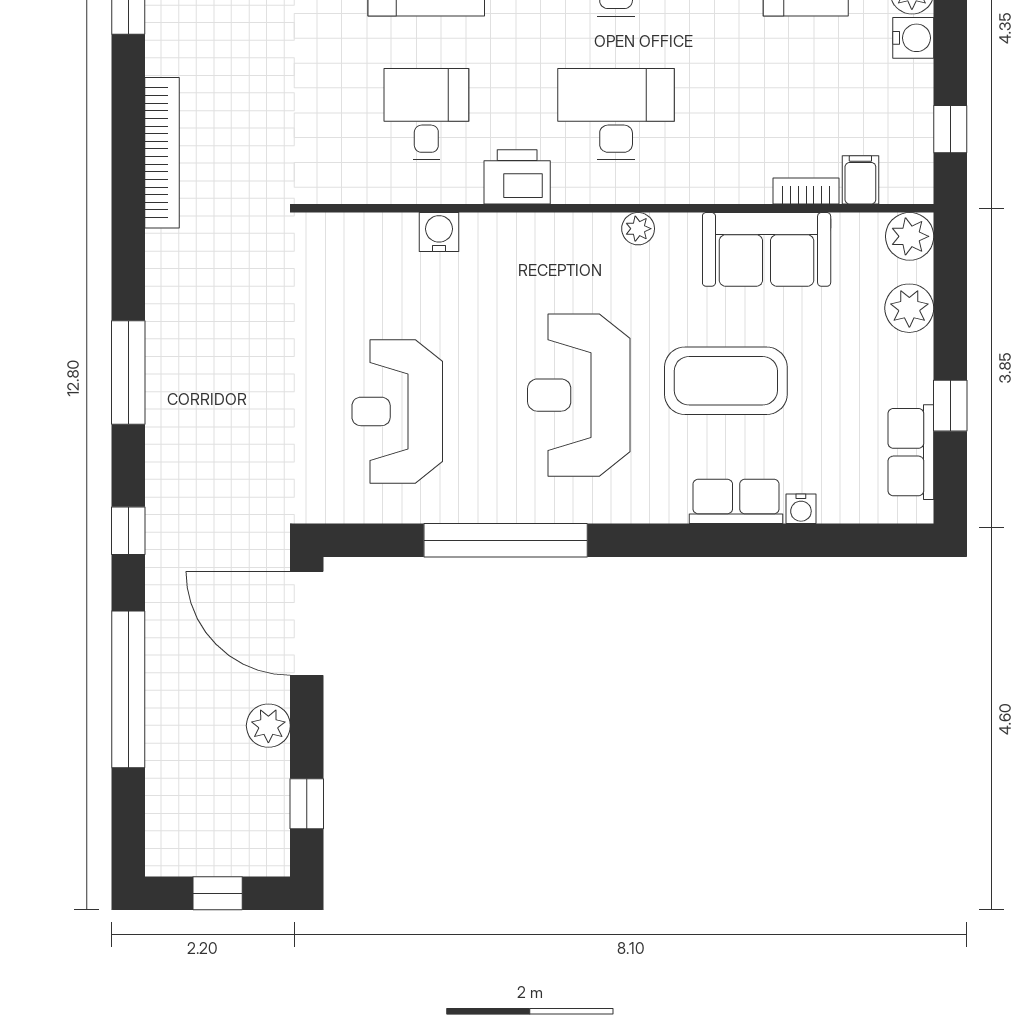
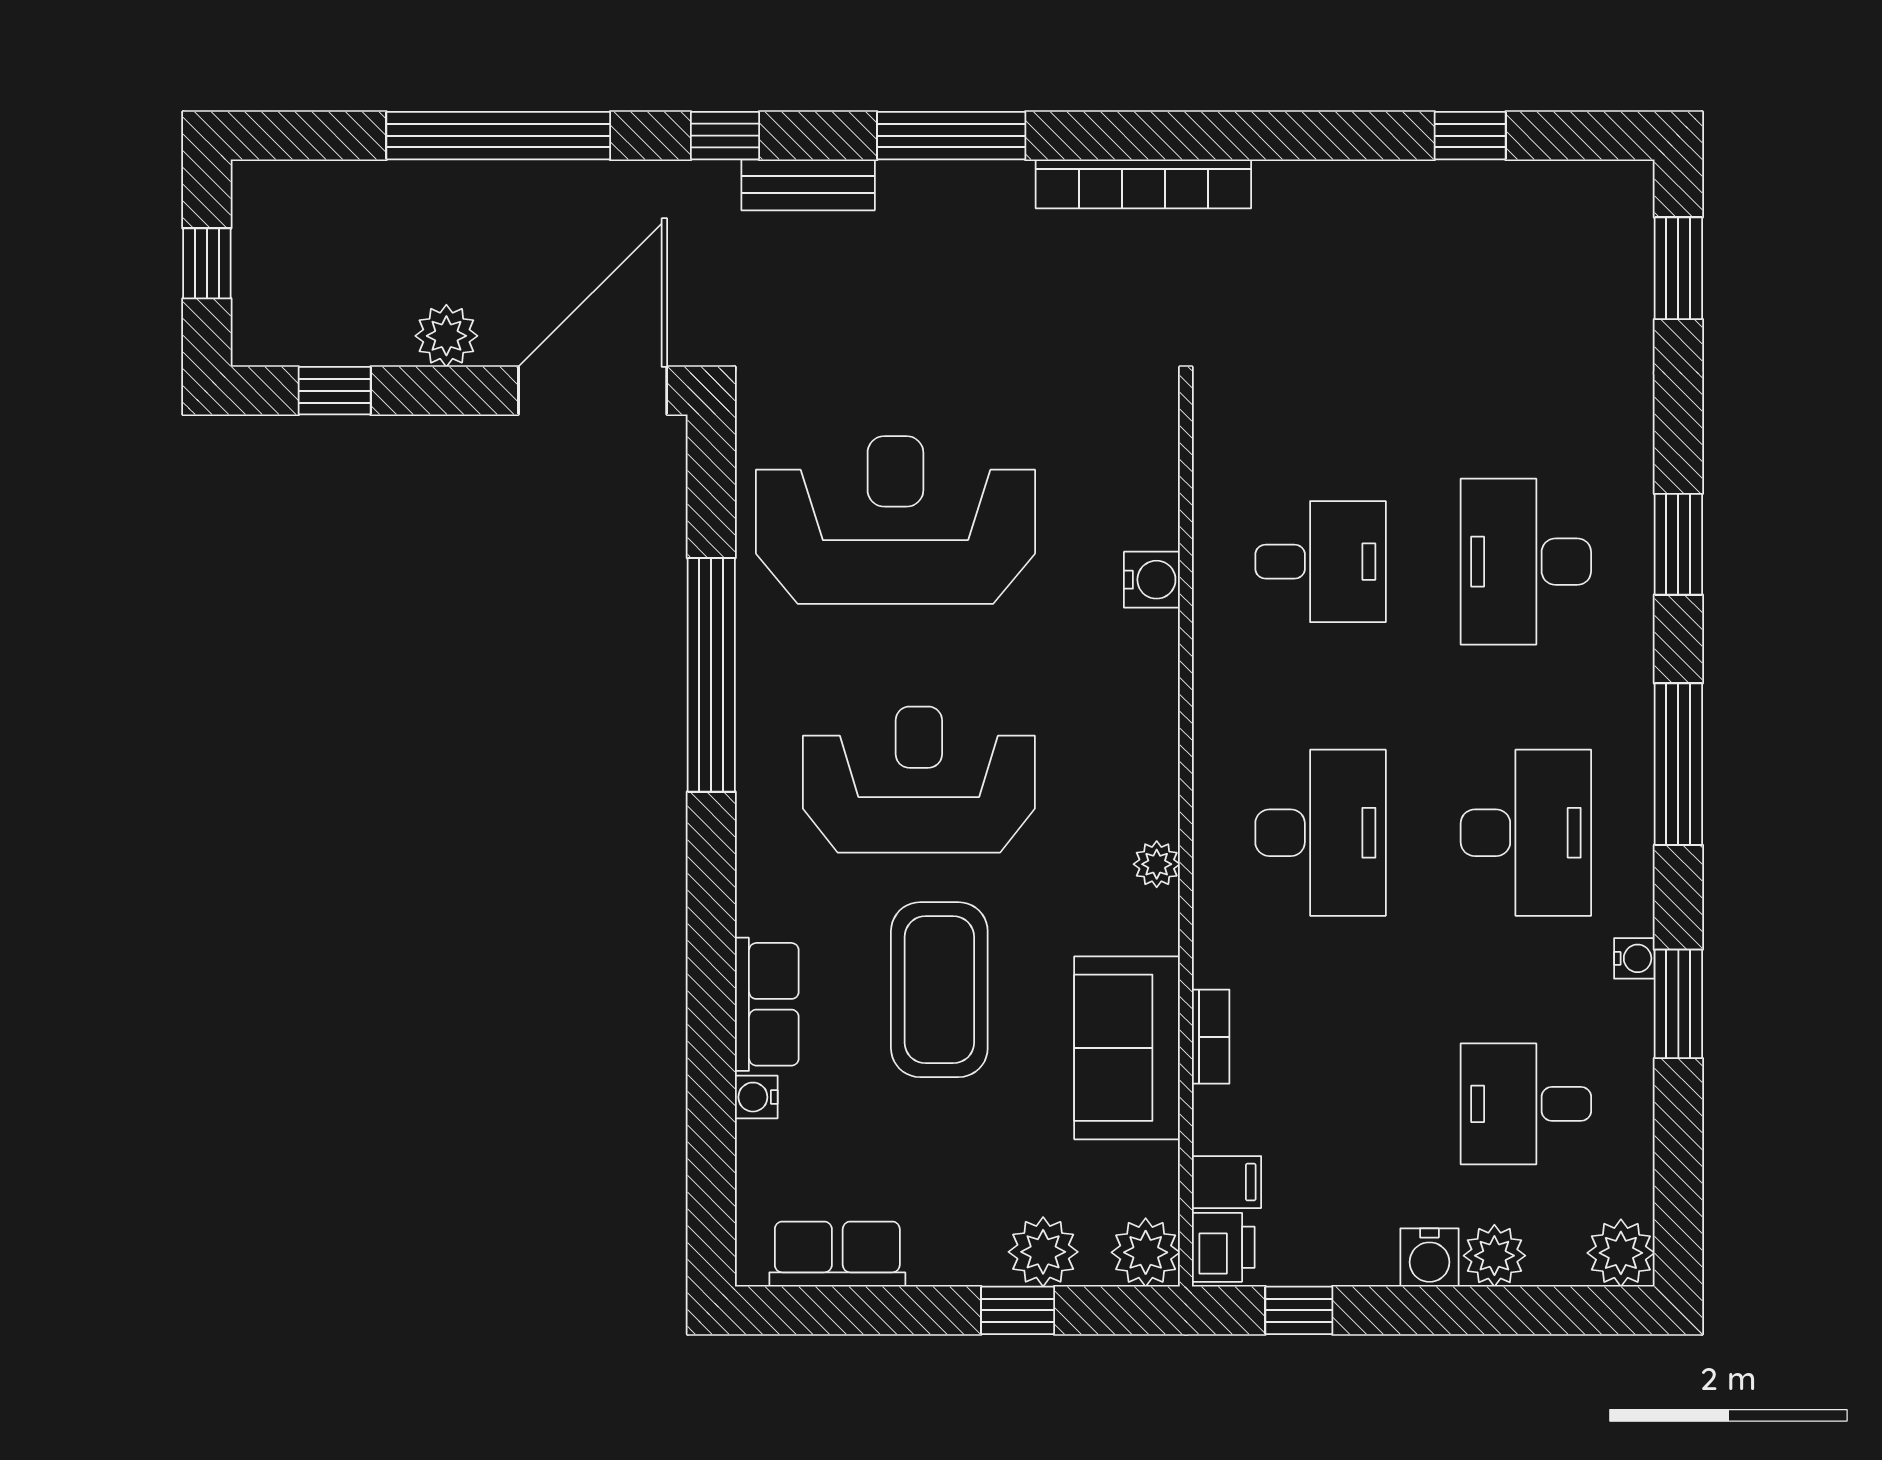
bookcase: (162, 153) -> (1143, 184), moved
printer: (517, 177) -> (1223, 1247), moved, width x0.73, depth x0.81
bookcase: (806, 191) -> (1211, 1037), moved
window: (950, 406) -> (1018, 1310), moved
reception desk: (397, 411) -> (895, 520), width x1.36, depth x1.30
bench: (163, 473) -> (808, 185), added

